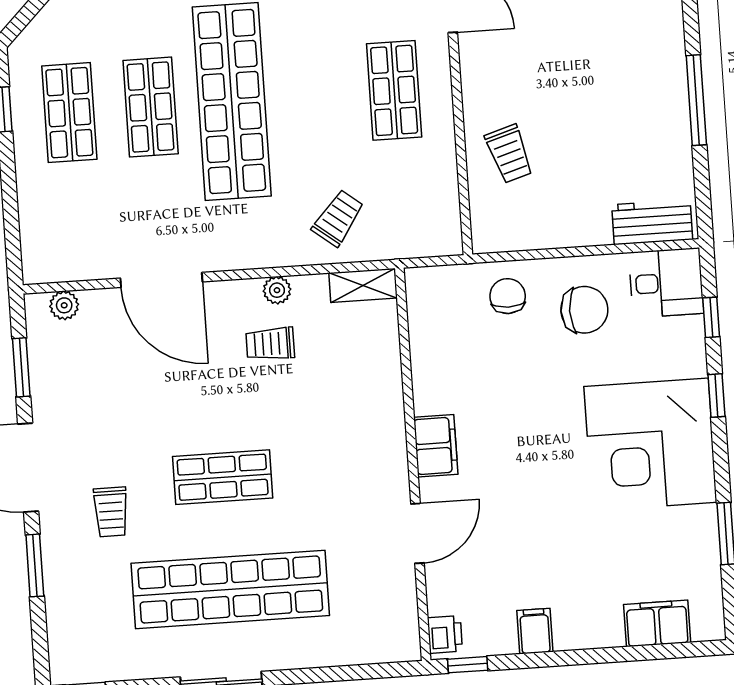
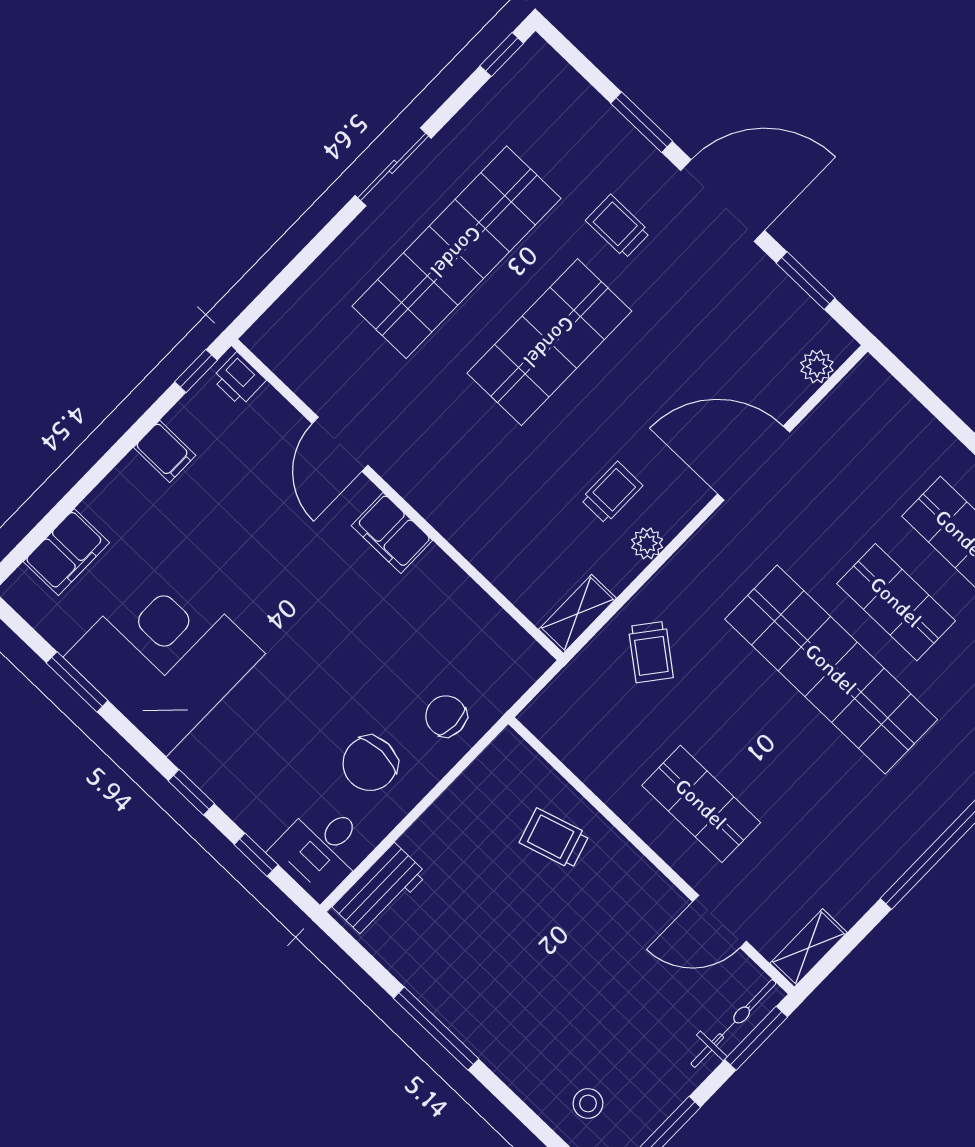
chair: (508, 296) -> (446, 716), turned 180
corner desk: (650, 444) -> (164, 655), moved
shop shelf: (223, 477) -> (549, 342), width x1.43, depth x1.36

